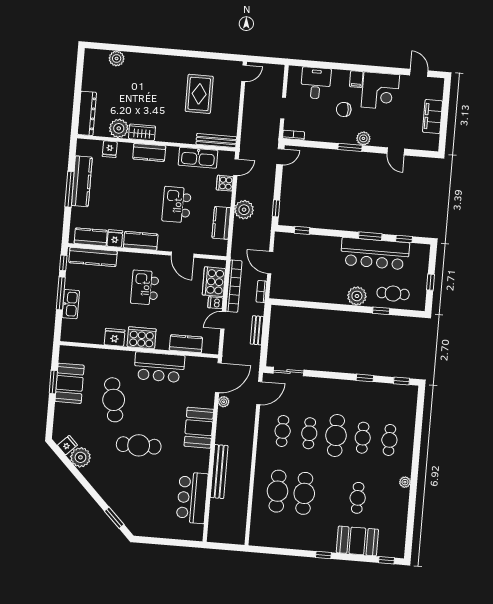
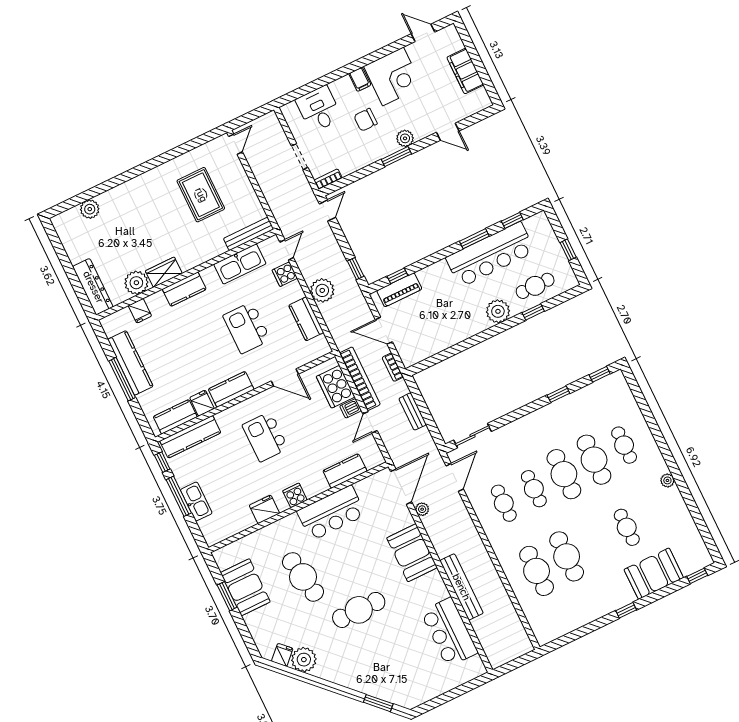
piano: (298, 241) -> (399, 290), added
cooker: (142, 338) -> (295, 495), width x0.53, depth x0.76
cafe table: (363, 438) -> (594, 460), width x1.37, depth x1.35

